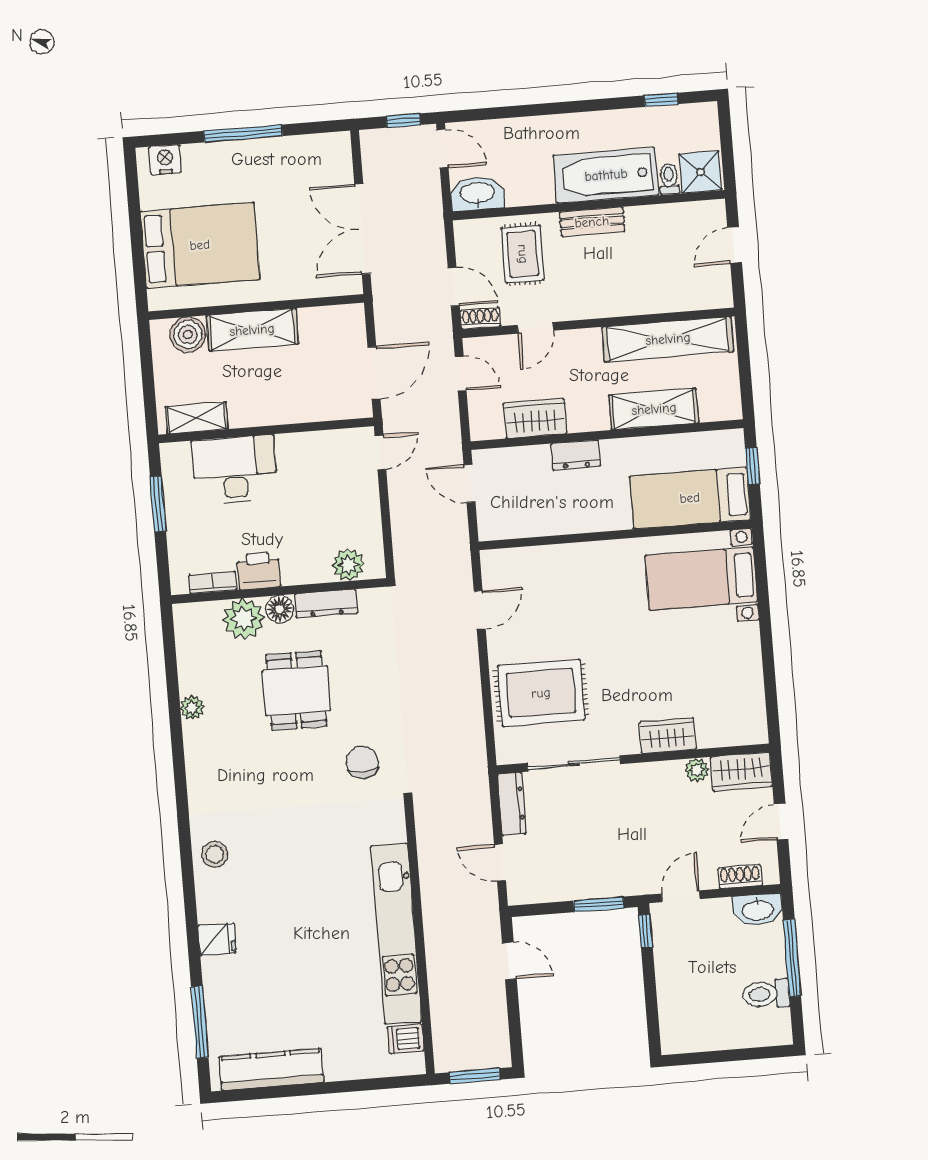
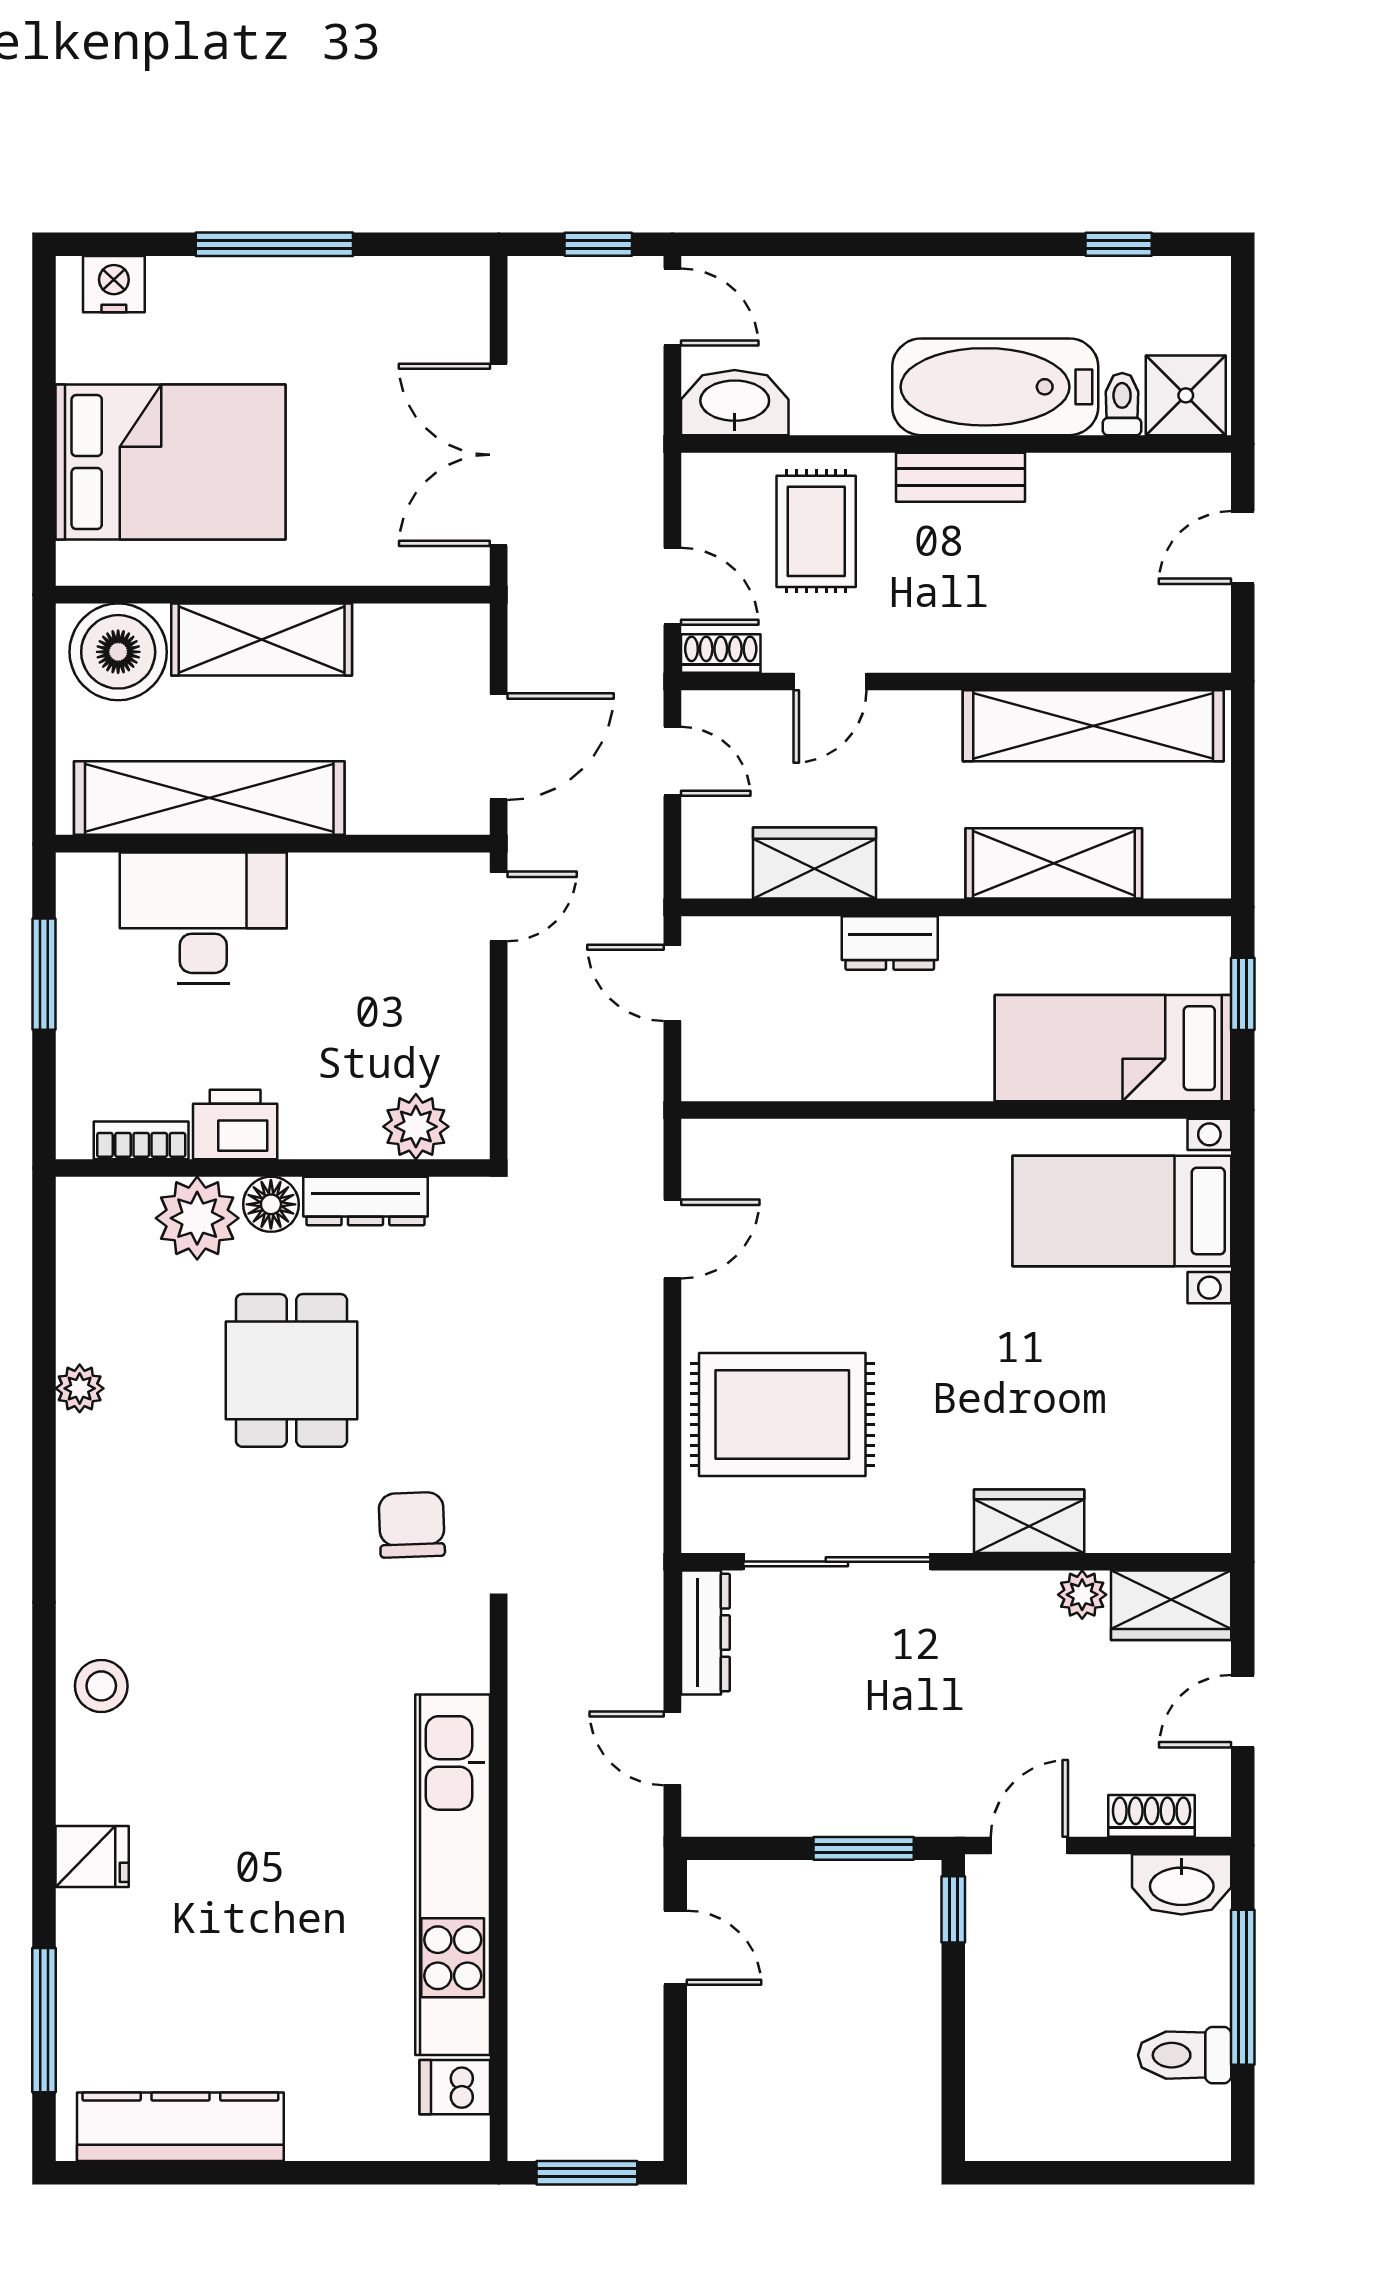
boiler: (188, 335) -> (118, 652), width x1.37, depth x1.37
shelving: (197, 418) -> (209, 798), width x2.20, depth x1.33

